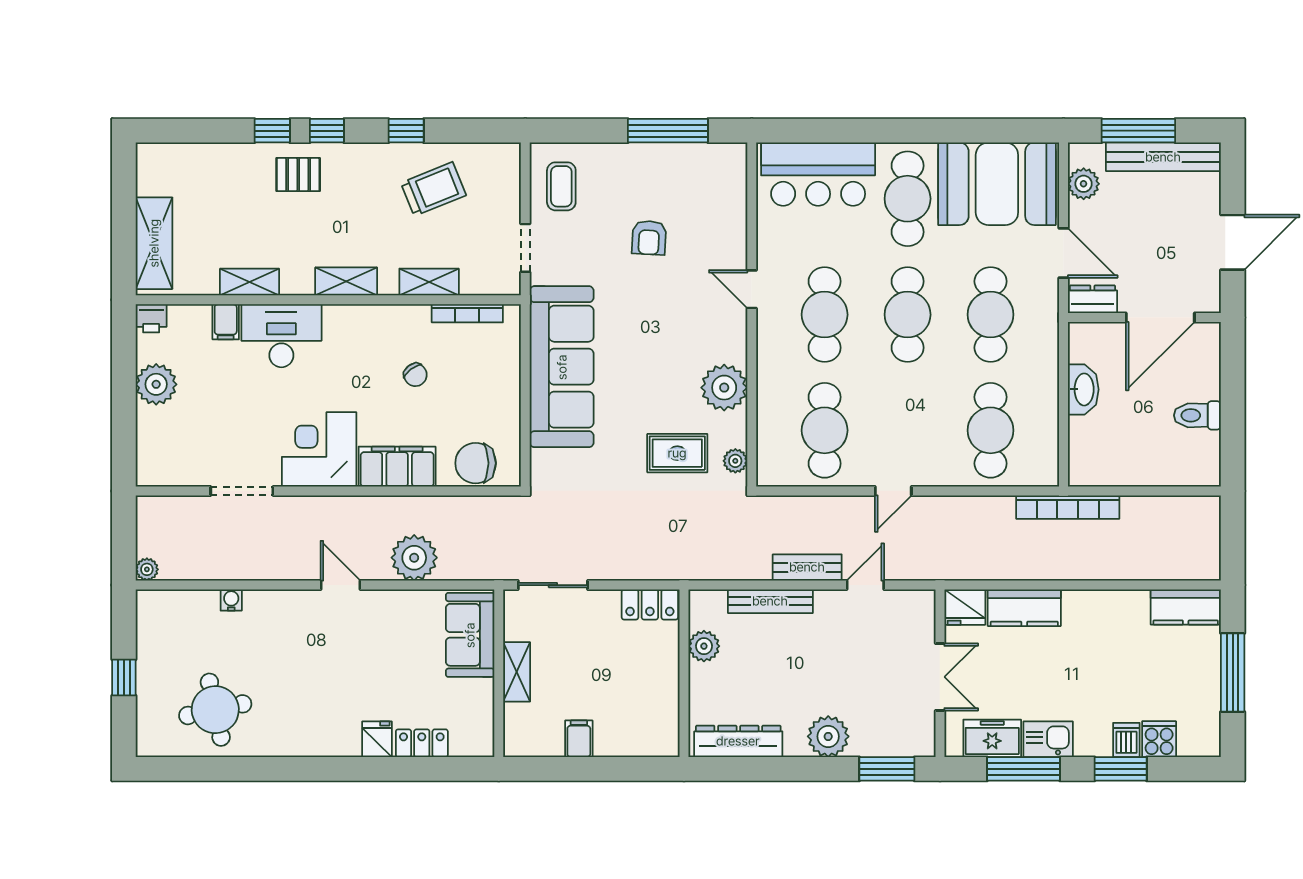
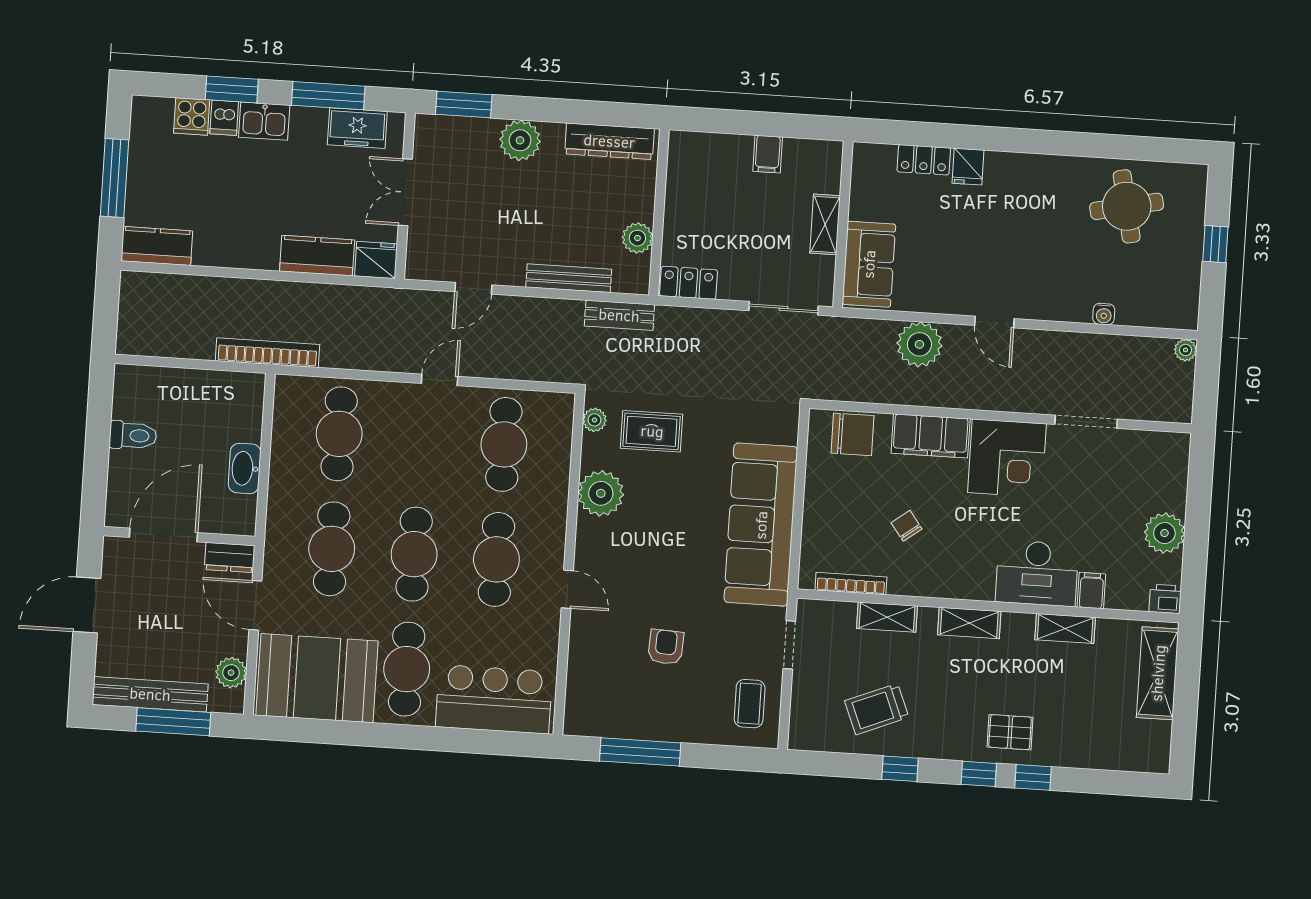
bench: (807, 567) -> (619, 315), moved
kitchen sink: (1048, 739) -> (264, 121), moved

